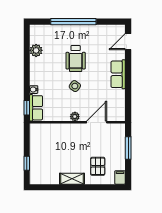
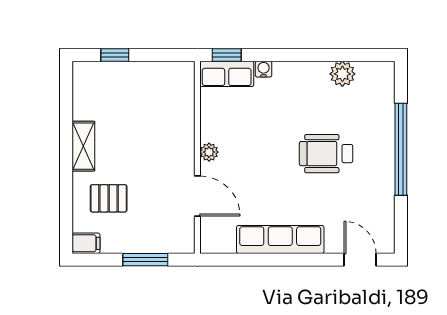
row of seats: (118, 74) -> (280, 239), width x1.48
side table: (75, 86) -> (271, 152), removed

